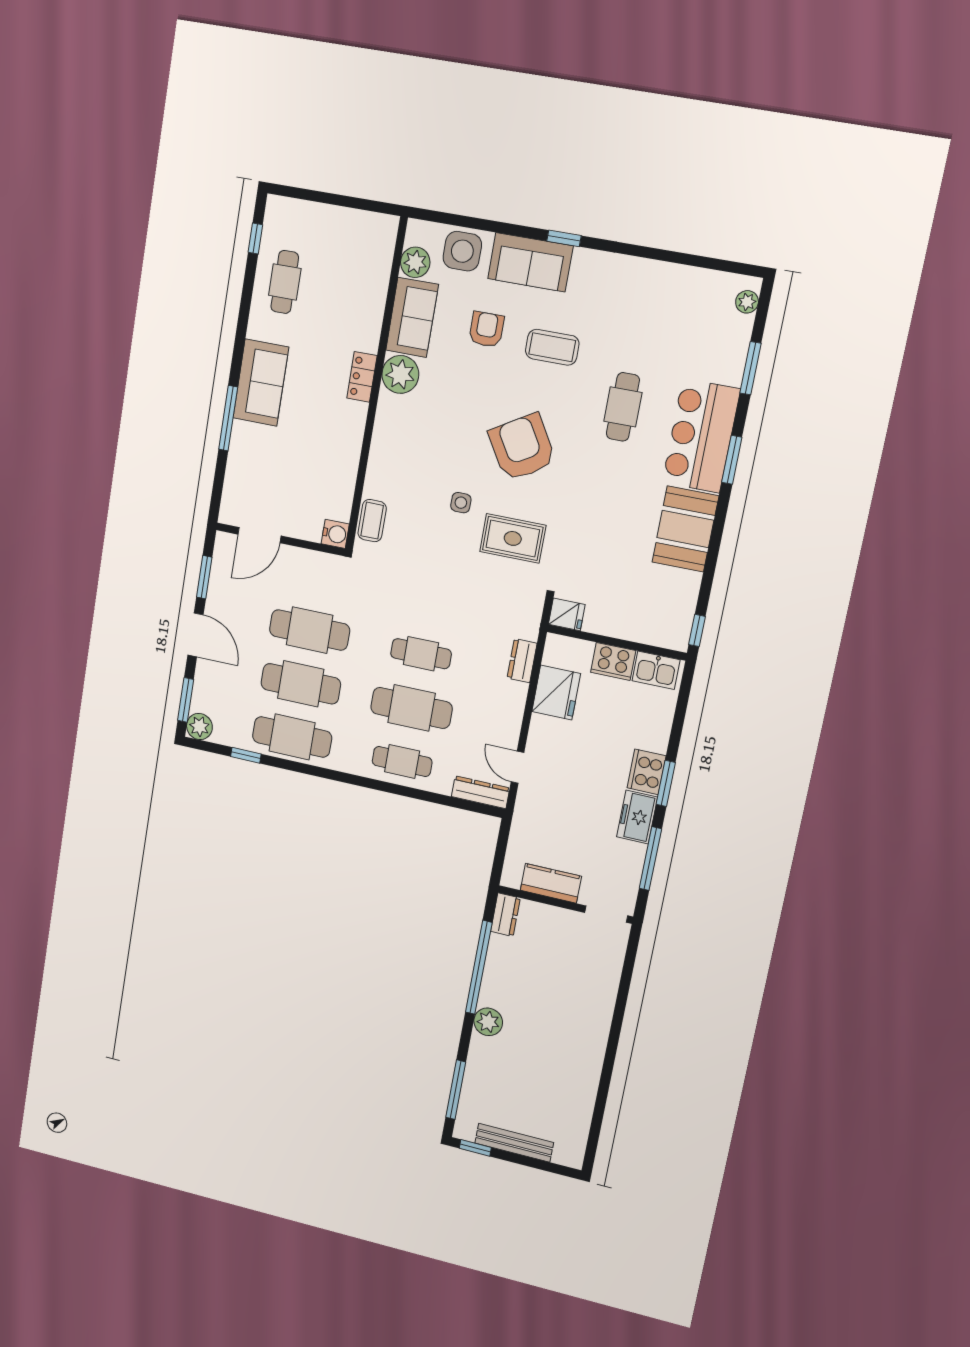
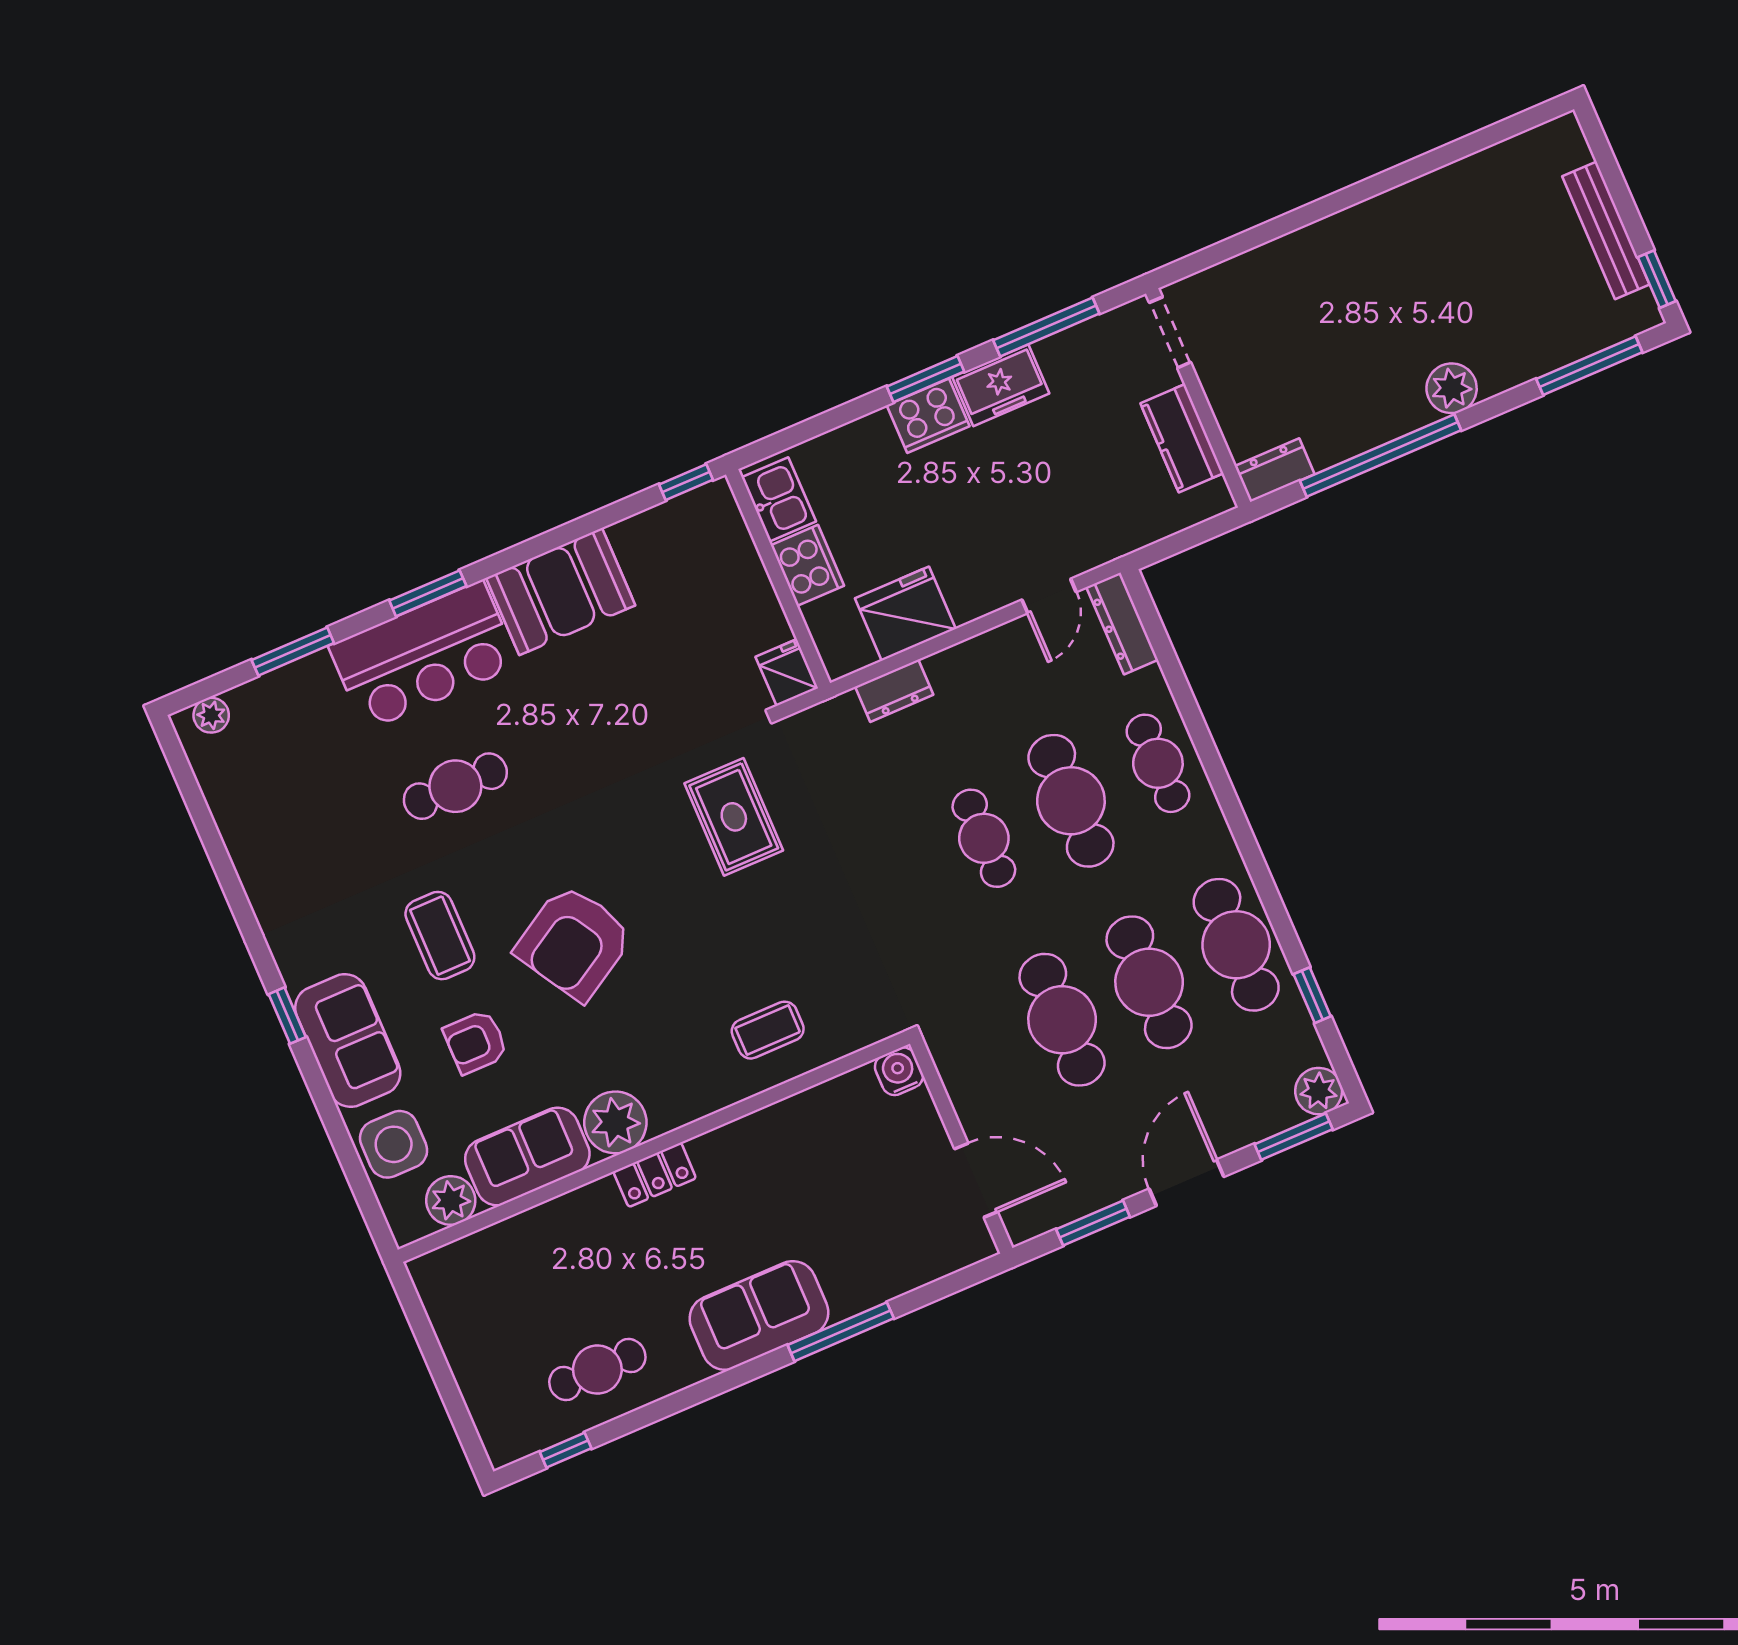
armchair: (522, 447) -> (574, 943), moved
side table: (461, 503) -> (734, 922), removed
coffee table: (372, 521) -> (768, 1030), moved

